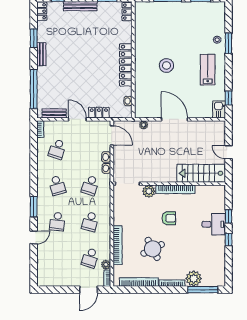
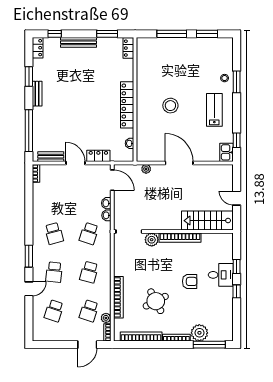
school desk: (57, 149) -> (54, 311), moved
armchair: (169, 218) -> (190, 281), moved

